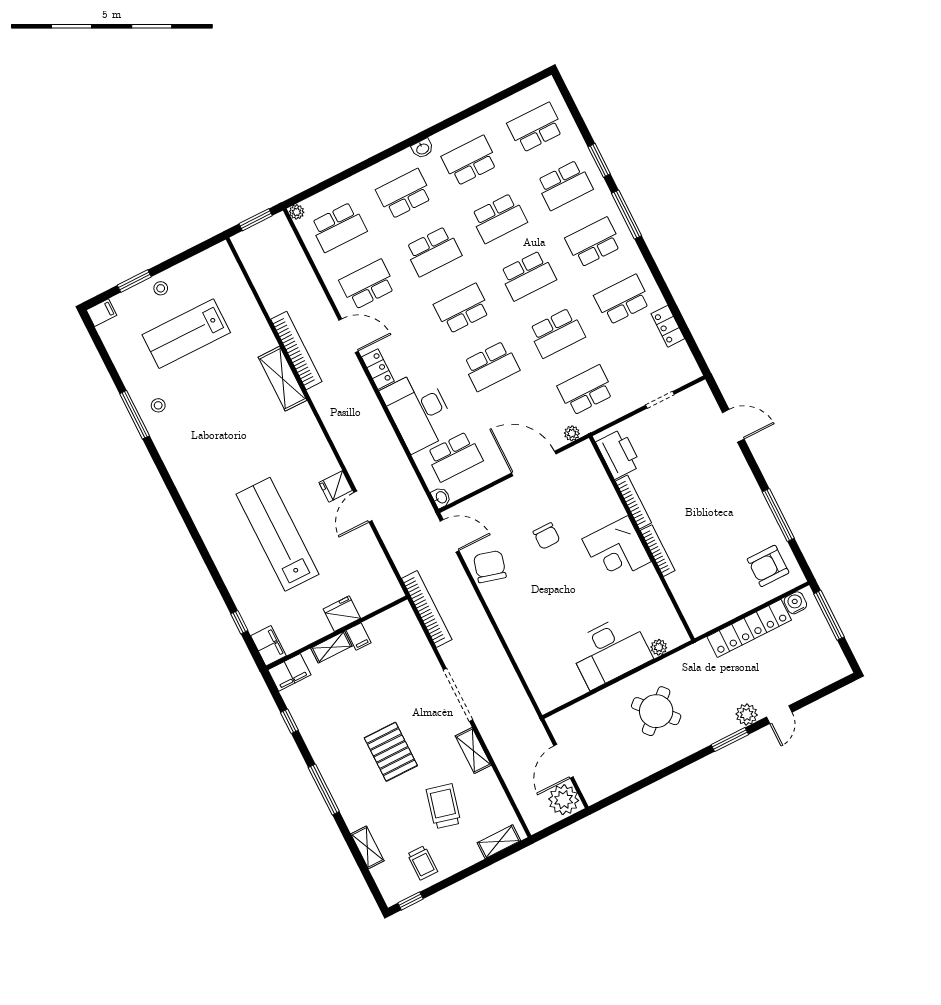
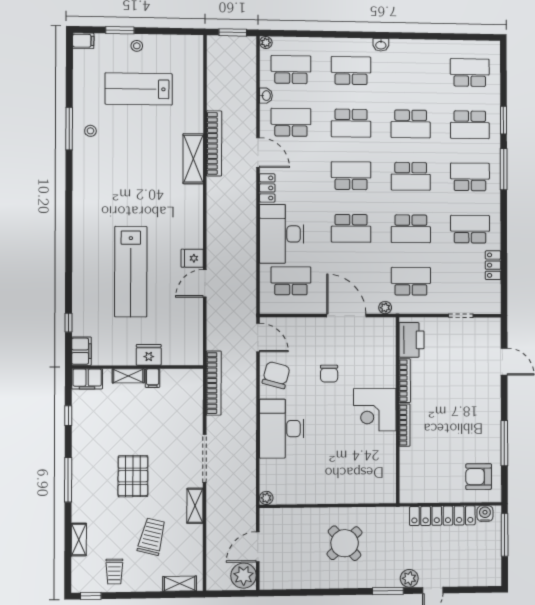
school desk: (470, 161) -> (411, 72), removed
school desk: (339, 227) -> (291, 70), turned 180
school desk: (454, 457) -> (291, 281), turned 180
washbasin: (441, 498) -> (266, 96), moved
lab bench: (277, 534) -> (131, 272), turned 180
plant: (659, 647) -> (266, 498), moved
desk: (610, 651) -> (282, 429), moved, turned 90

